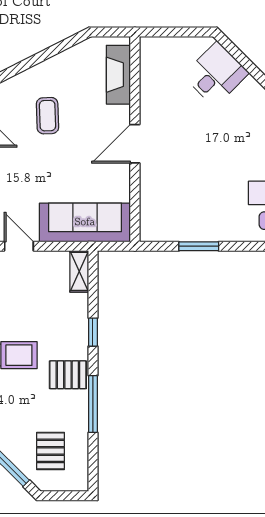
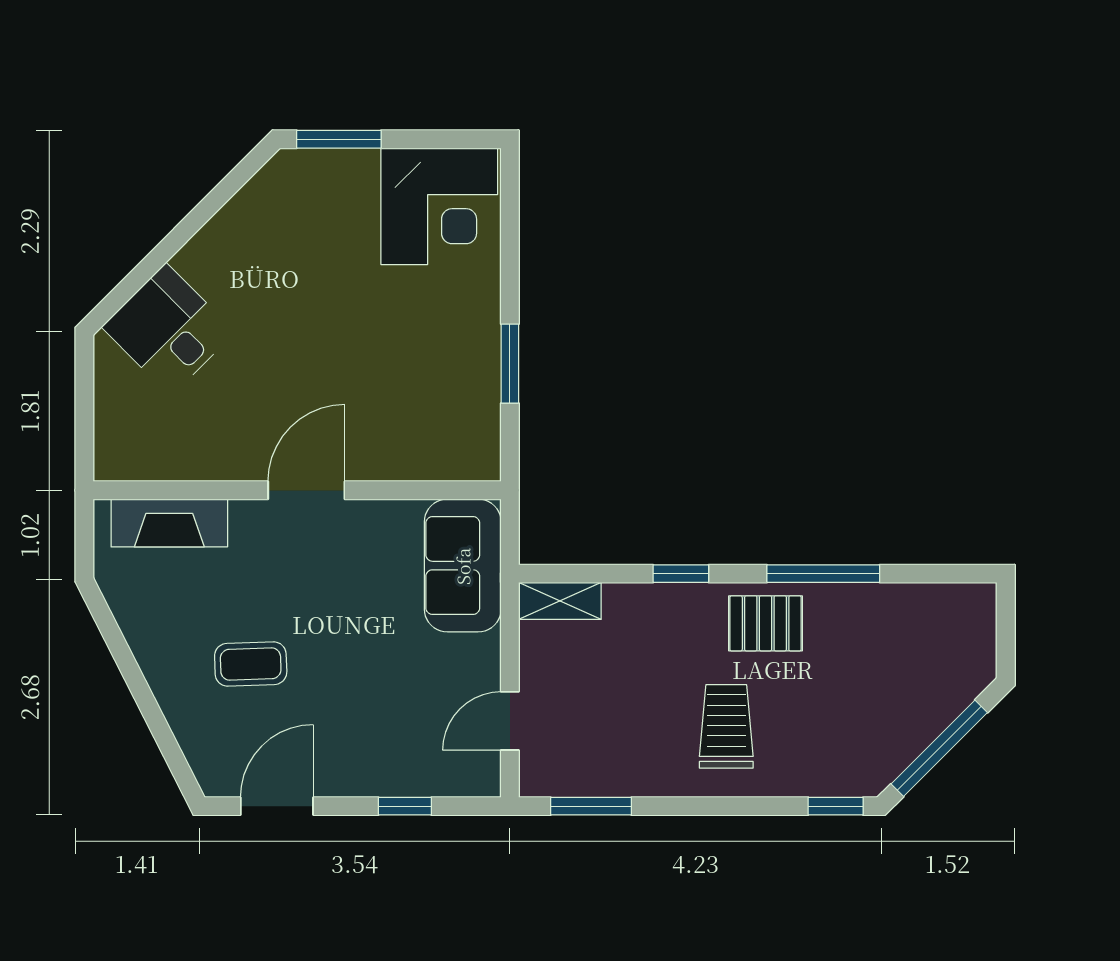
door: (135, 144) -> (306, 490), swing flipped
sofa: (85, 222) -> (463, 566), width x0.73
pallet: (68, 375) -> (766, 623), turned 90
pallet: (50, 451) -> (917, 658), removed

